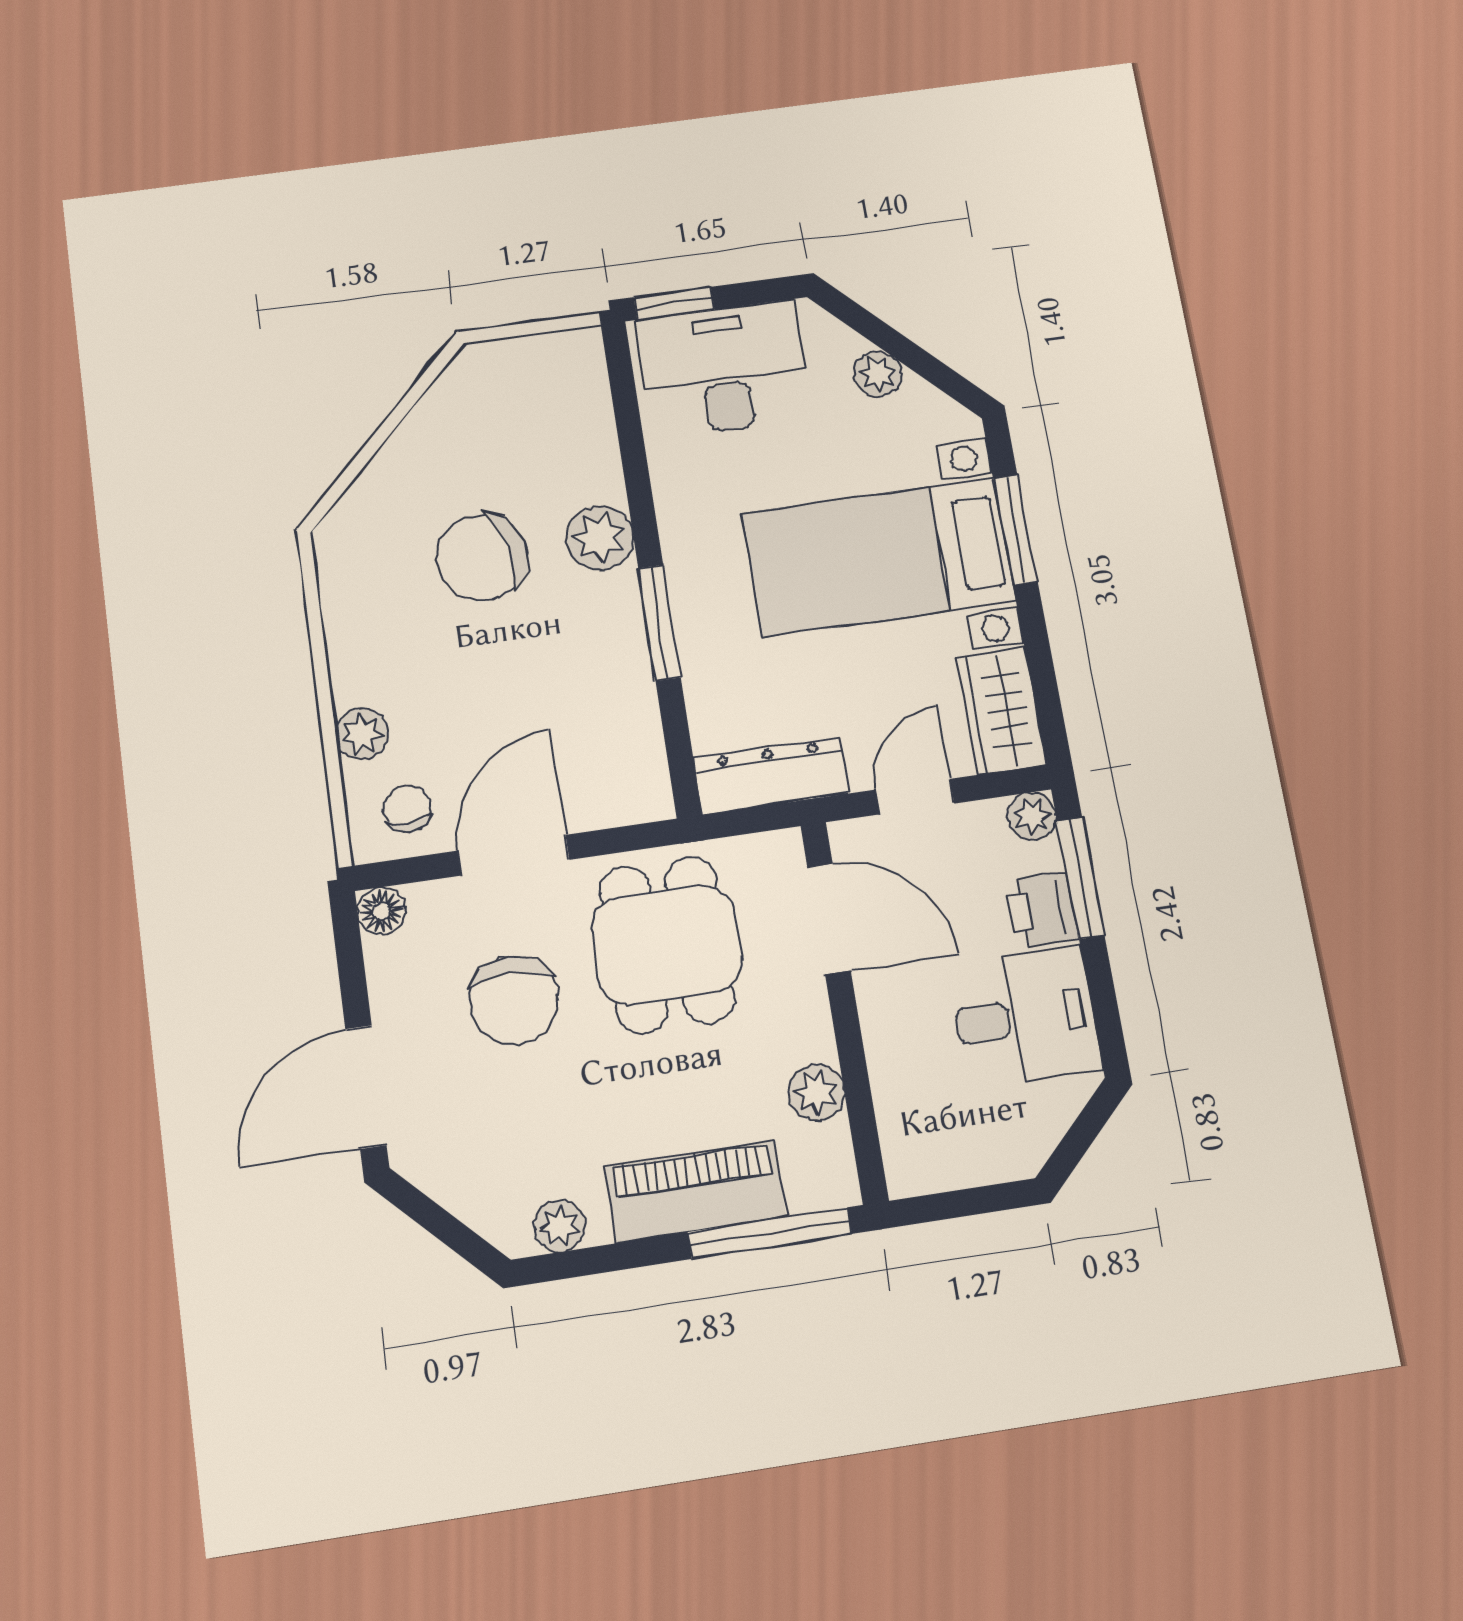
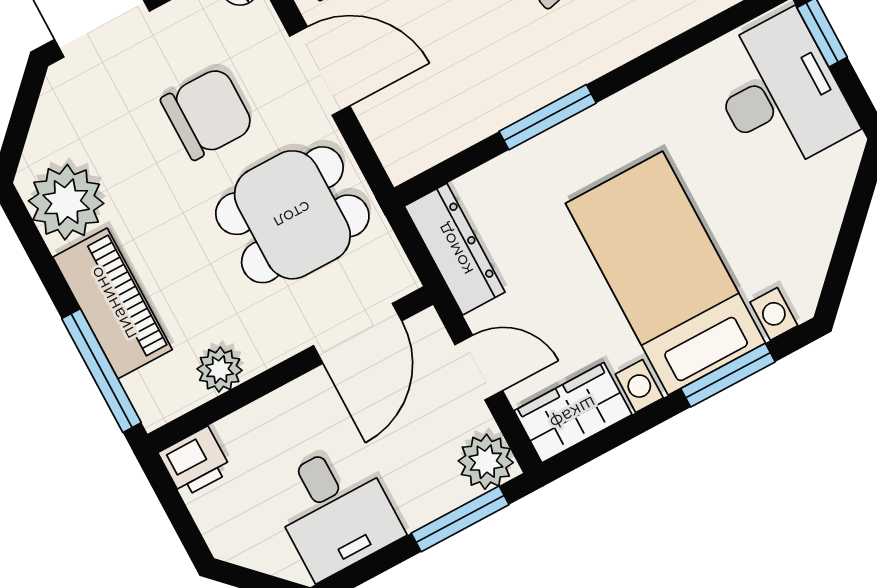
plant: (878, 374) -> (821, 220), removed
plant: (600, 538) -> (601, 44), removed
plant: (1032, 816) -> (486, 462), width x1.38, depth x1.38
printer: (1042, 910) -> (195, 462), moved, turned 180
chair: (514, 1000) -> (207, 113), turned 180
plant: (559, 1226) -> (66, 202), width x1.88, depth x1.88

